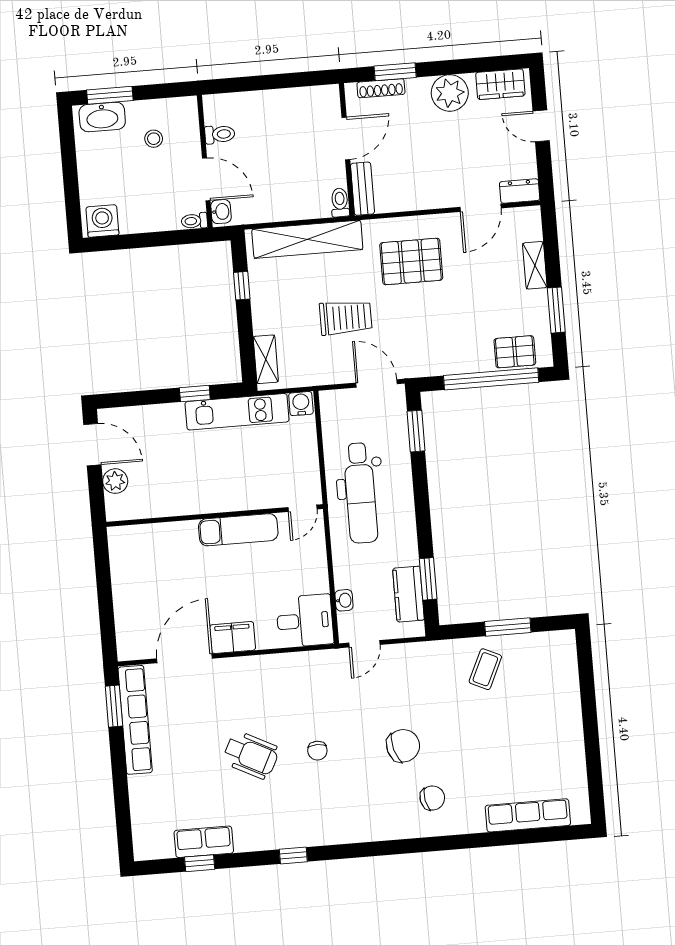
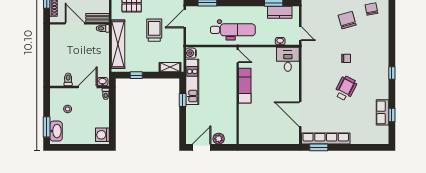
filing cabinet: (233, 638) -> (293, 92), removed

